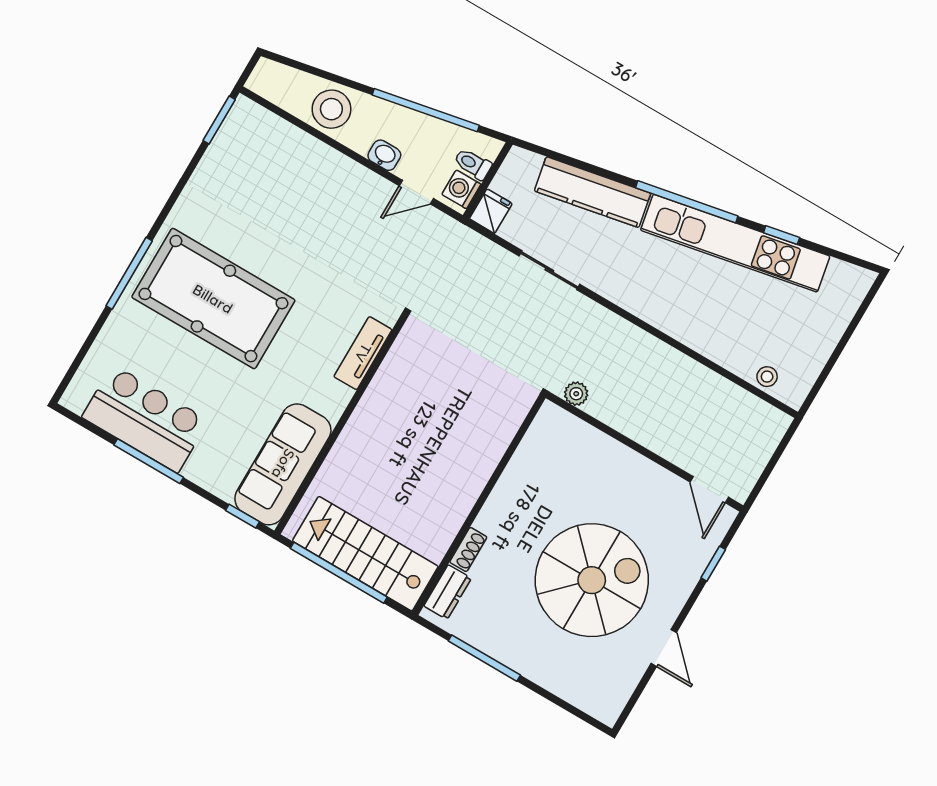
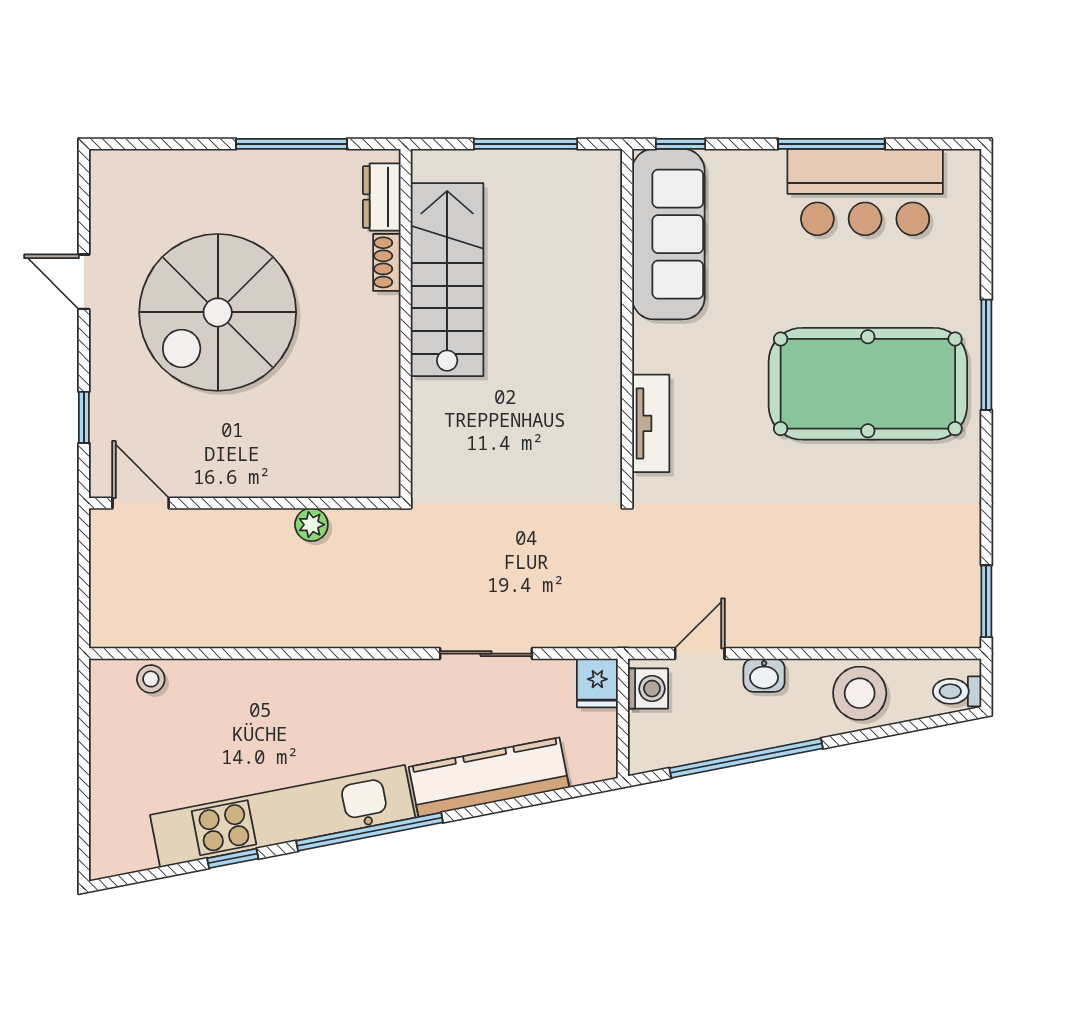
toilet: (473, 164) -> (957, 691), moved, turned 180
plant: (576, 394) -> (311, 525), moved
stairs: (365, 554) -> (447, 280), moved, turned -90
window: (339, 573) -> (525, 144), width x0.68

